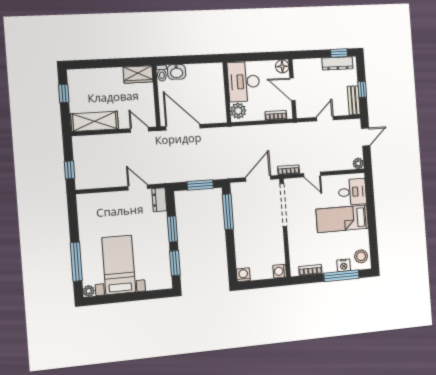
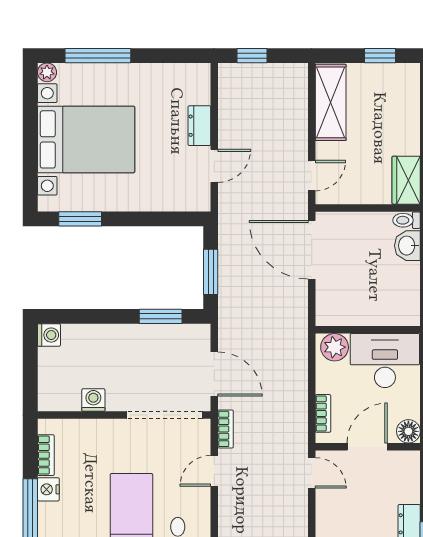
door: (325, 119) -> (312, 473), moved
door: (183, 127) -> (312, 250), swing flipped
dresser: (159, 200) -> (199, 126), moved, turned -90
window: (228, 212) -> (161, 316), width x0.69
window: (172, 229) -> (139, 219), removed
bed with nightstands: (119, 265) -> (86, 139), width x1.36
nightstand: (344, 265) -> (48, 489), moved
washing machine: (280, 271) -> (93, 400), moved

